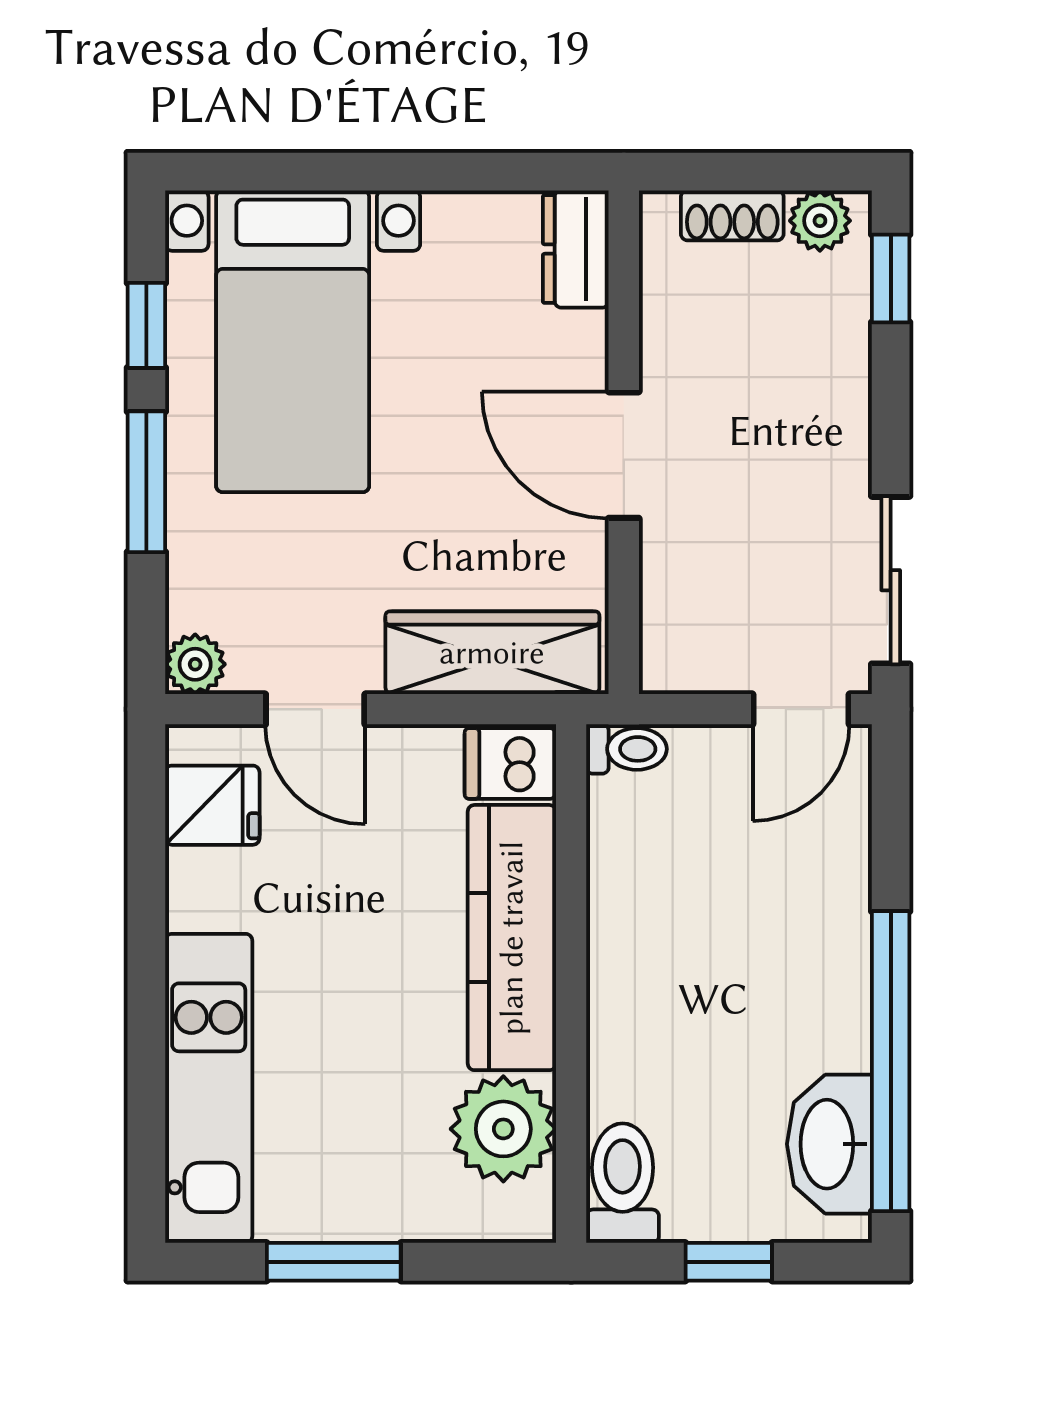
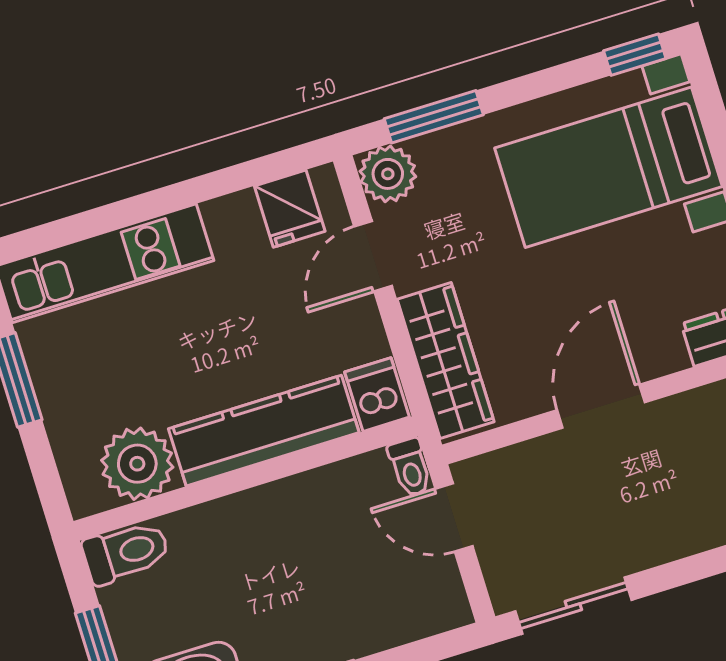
window: (146, 325) -> (635, 55), moved
window: (146, 482) -> (434, 117), moved
plant: (195, 664) -> (388, 174), width x1.38, depth x1.38
door: (801, 709) -> (454, 518), moved

